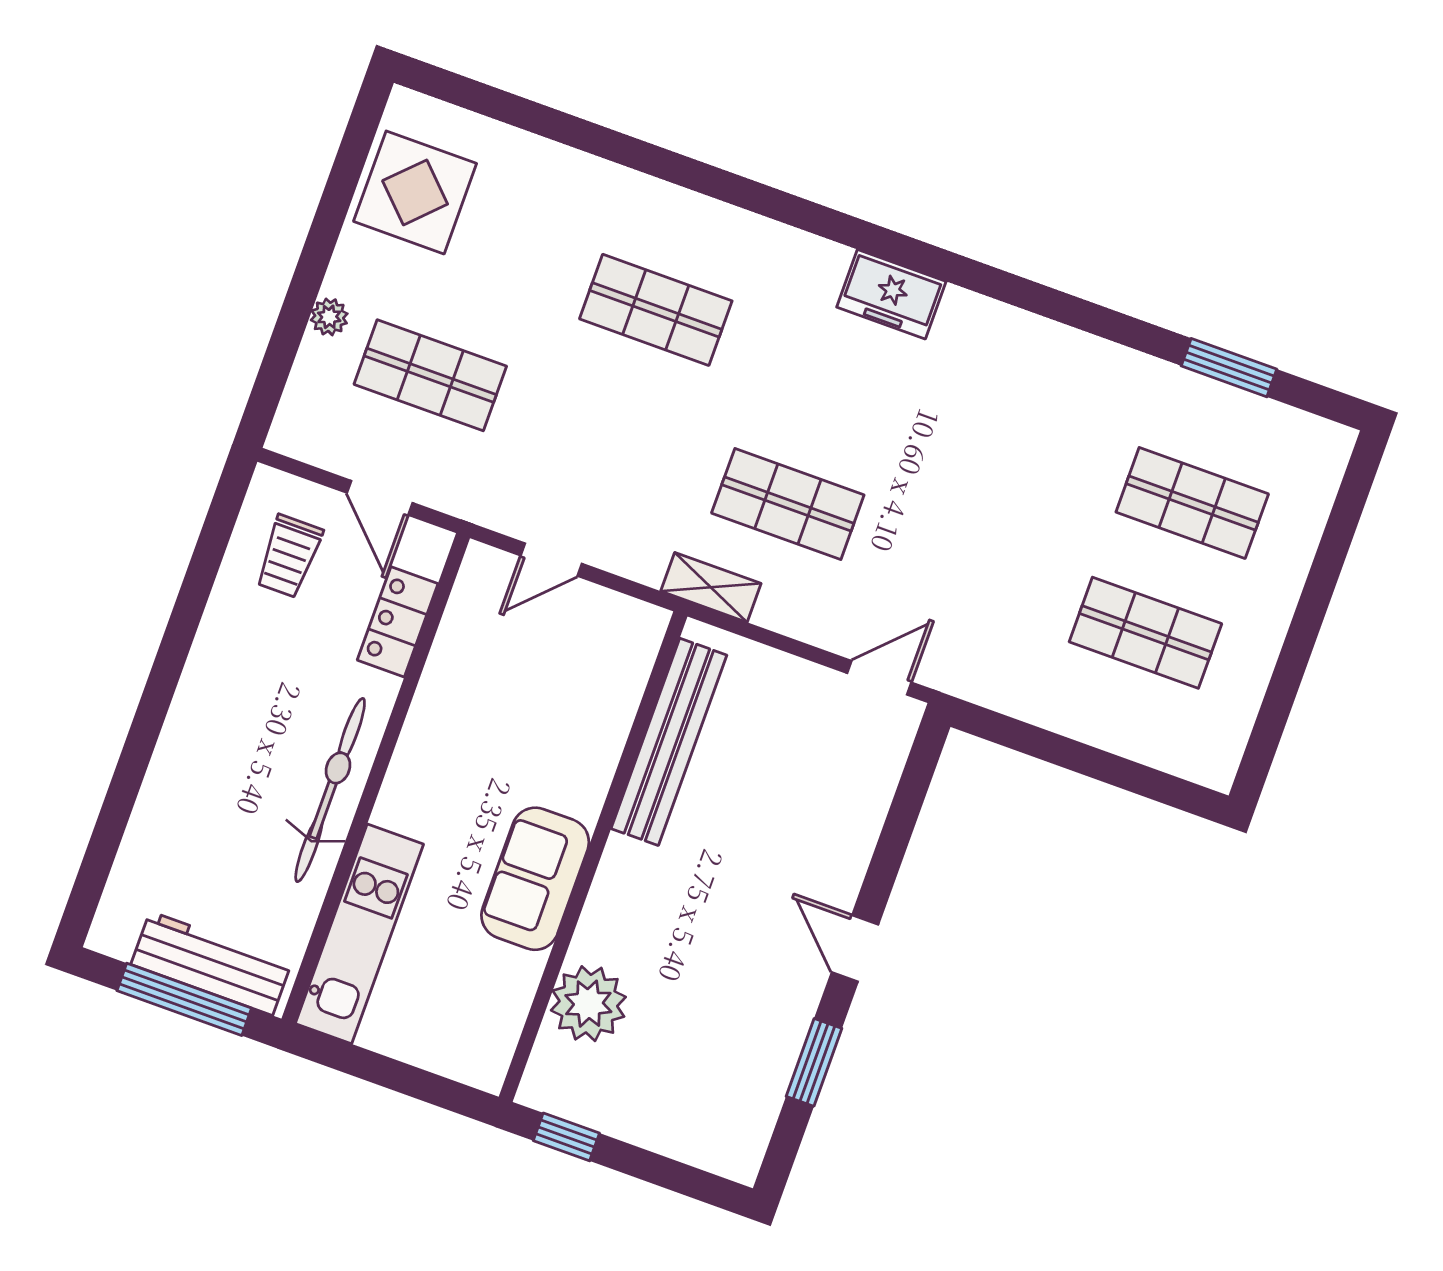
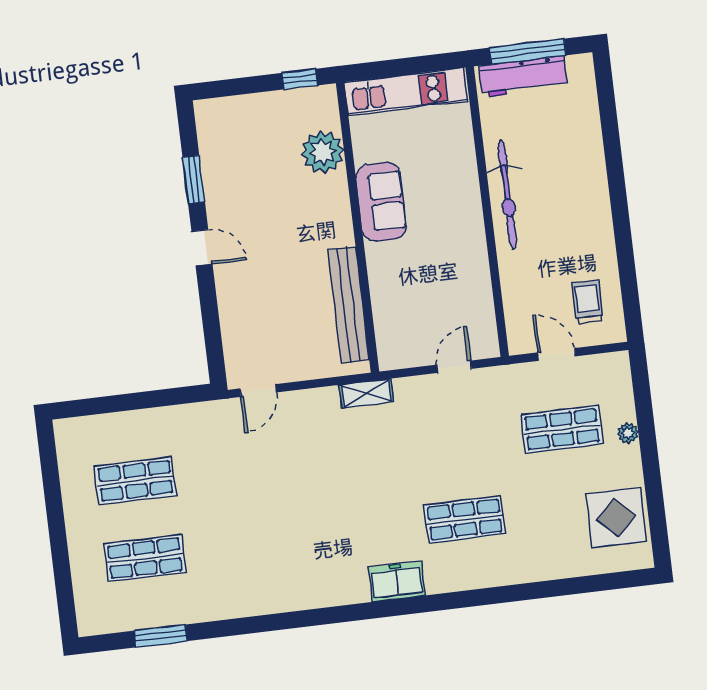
freezer: (891, 294) -> (397, 581), moved
shop shelf: (788, 504) -> (349, 455), removed
locker: (398, 622) -> (516, 296), removed
kitchen unit: (359, 934) -> (406, 92), moved, turned -90

